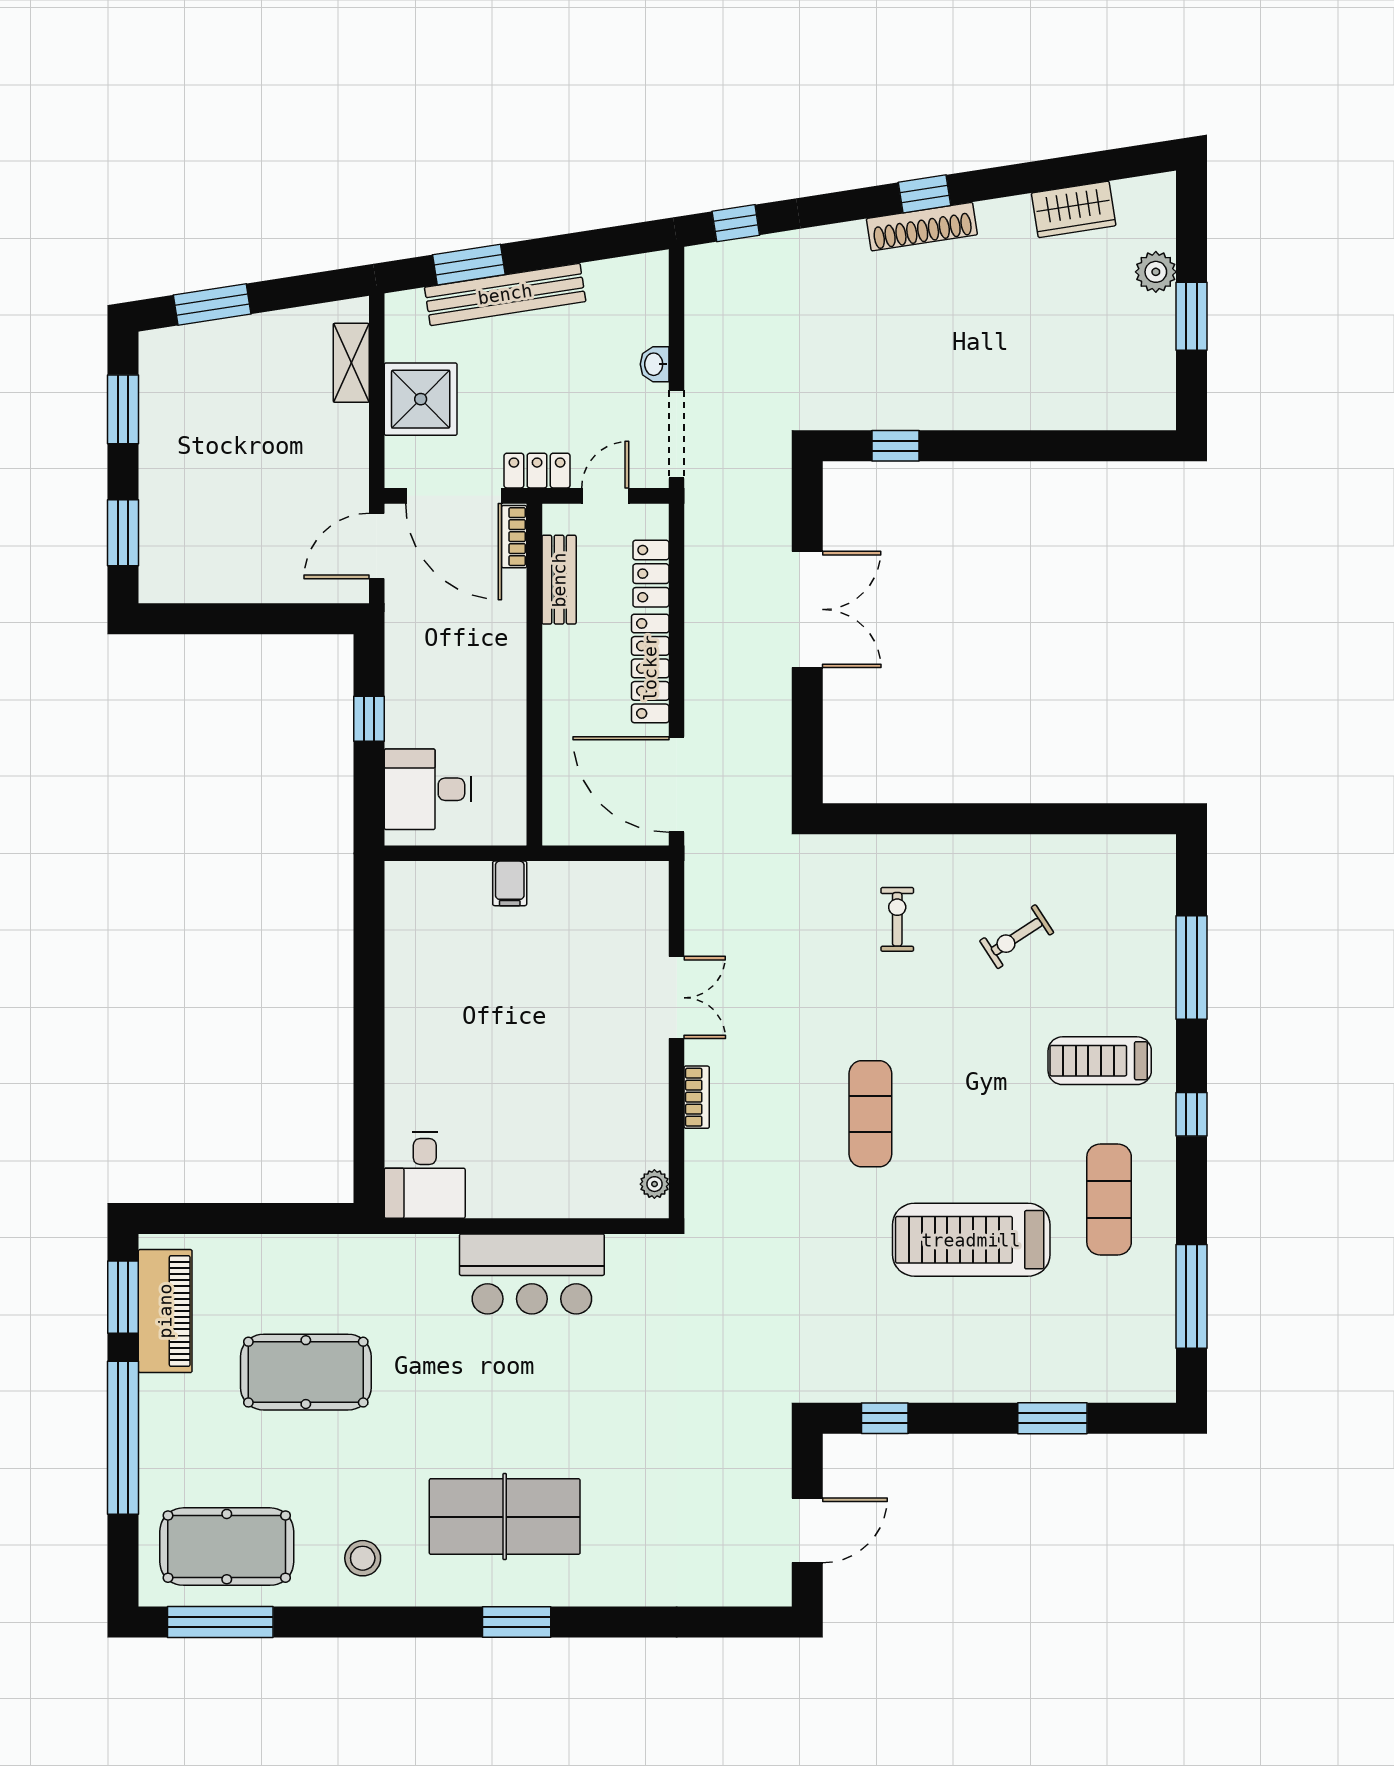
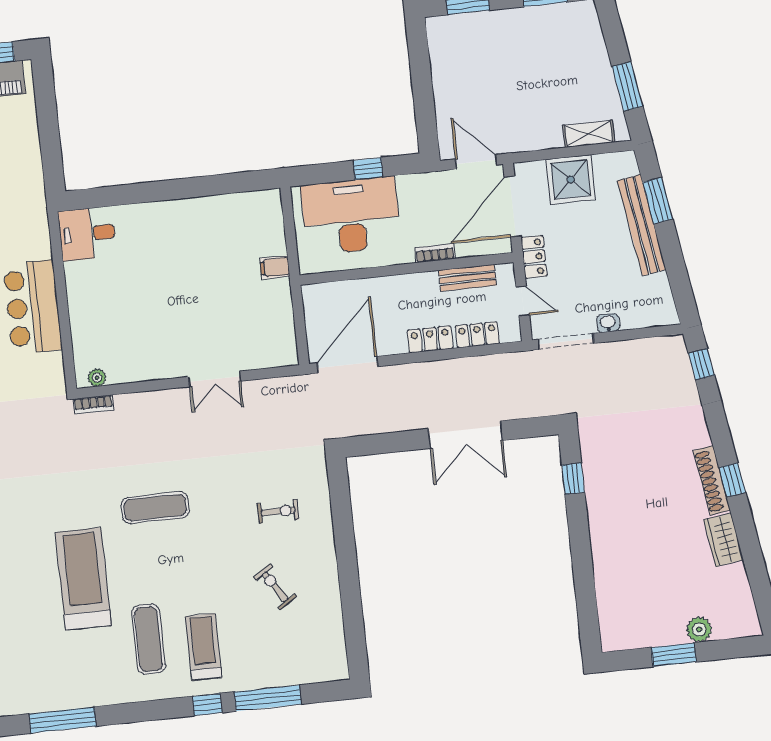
wardrobe: (1074, 209) -> (723, 540), moved
window: (212, 305) -> (627, 86), moved
bookcase: (514, 537) -> (435, 253), moved
locker: (650, 668) -> (430, 339), width x0.66
desk: (428, 789) -> (351, 216), width x1.87, depth x1.30
bookcase: (697, 1097) -> (94, 405), moved
window: (1192, 1114) -> (207, 705), moved
exercise mat: (1109, 1200) -> (149, 639), moved, turned 90

